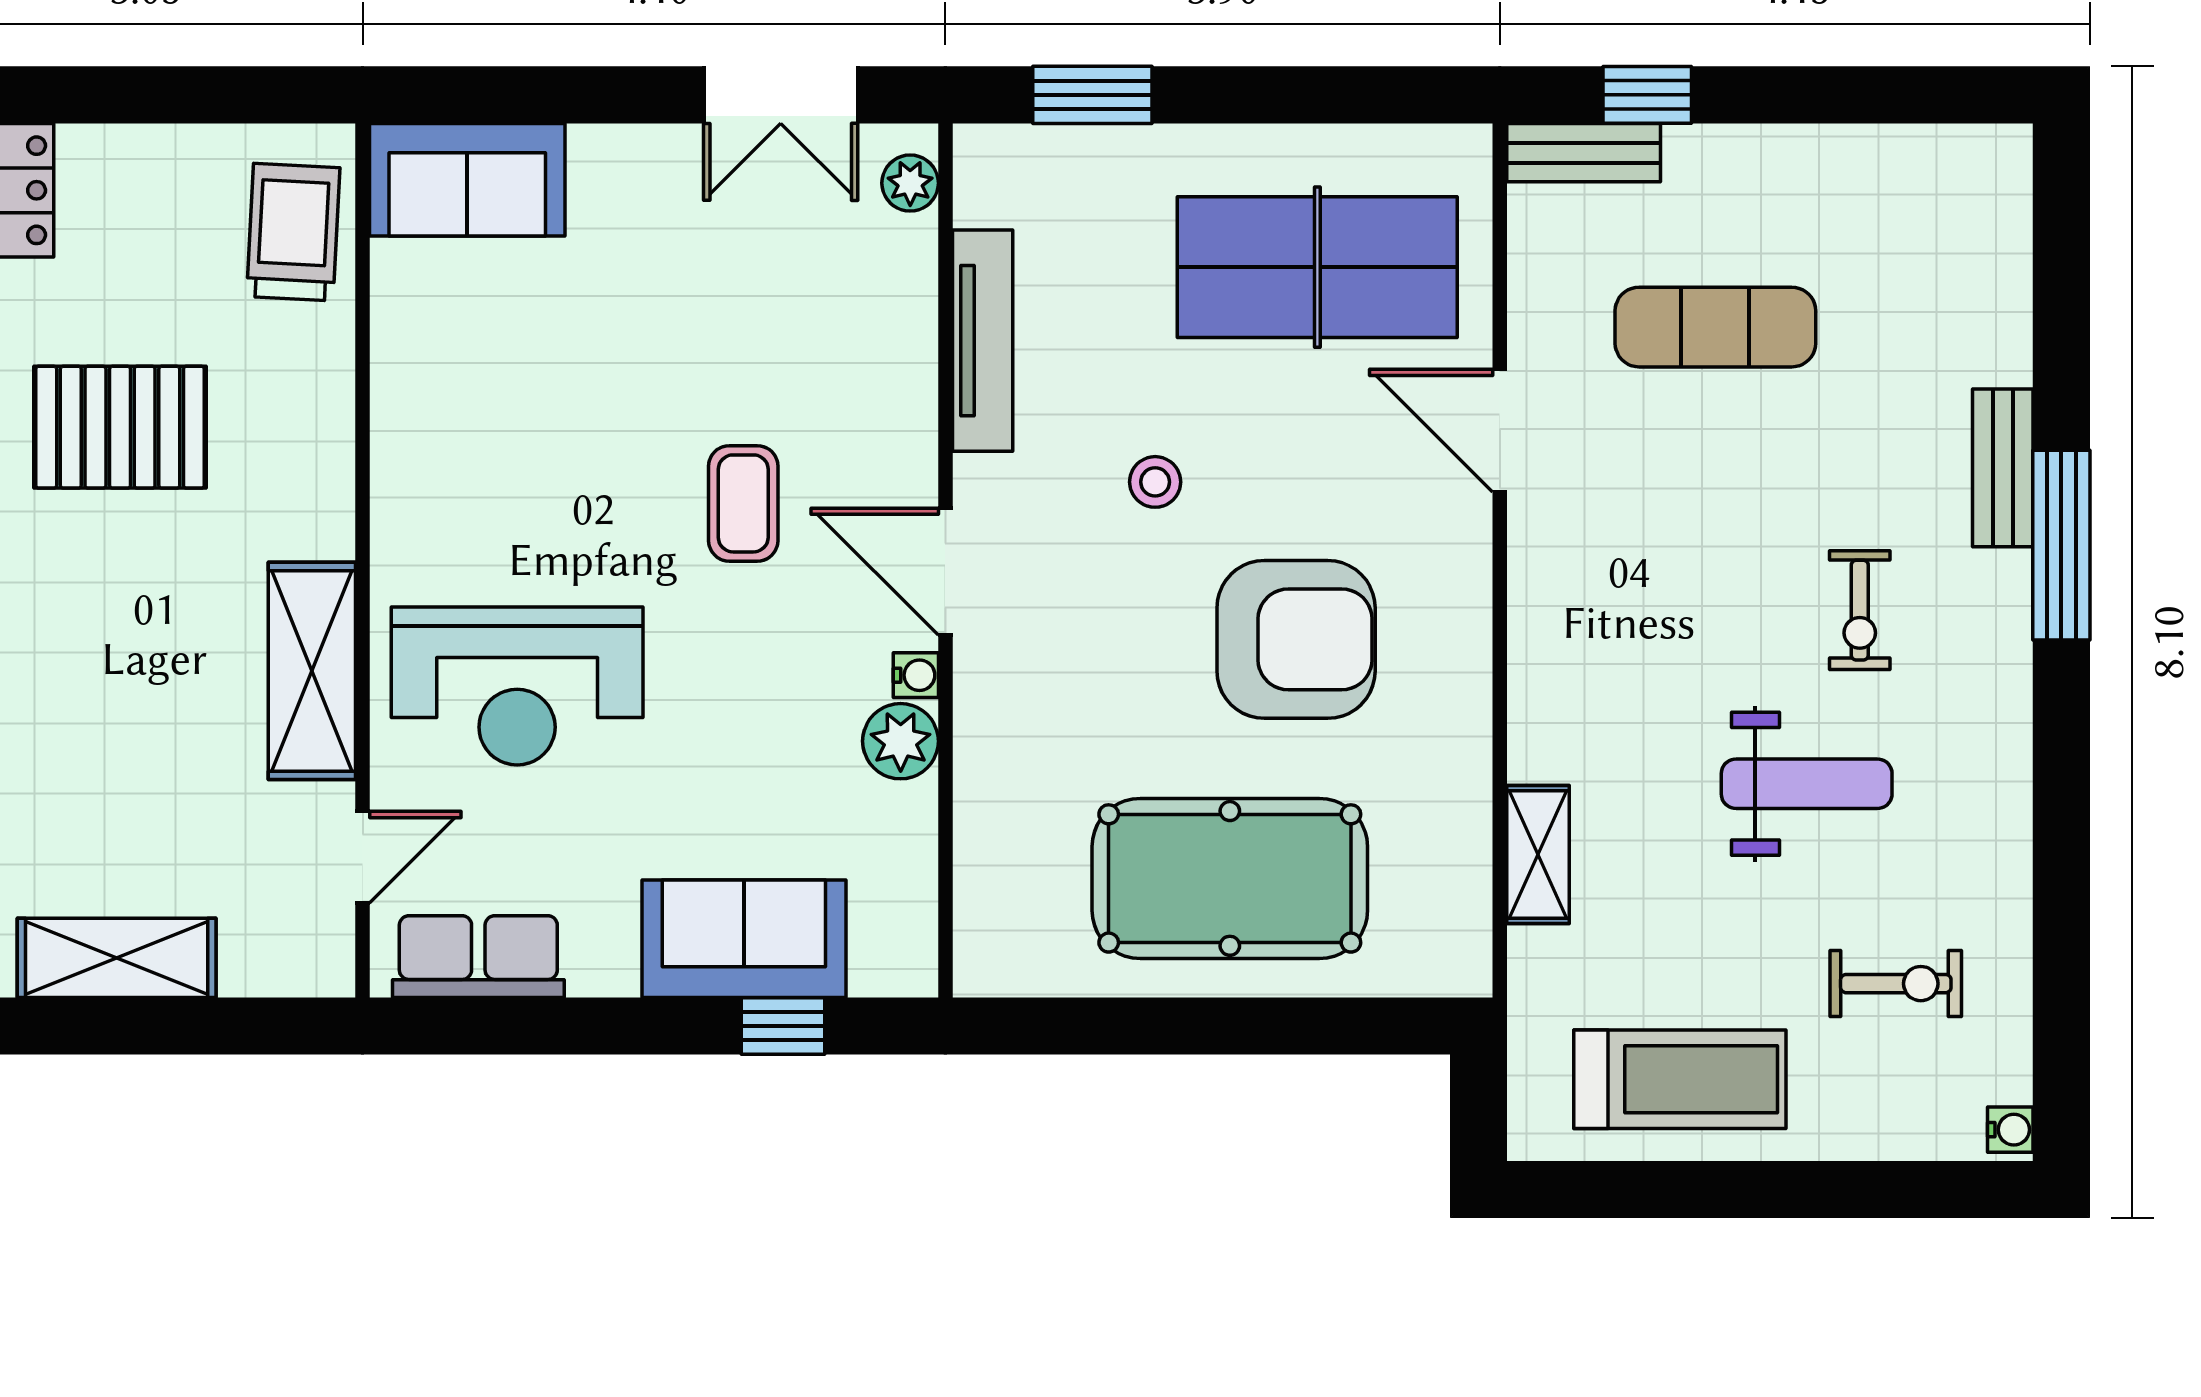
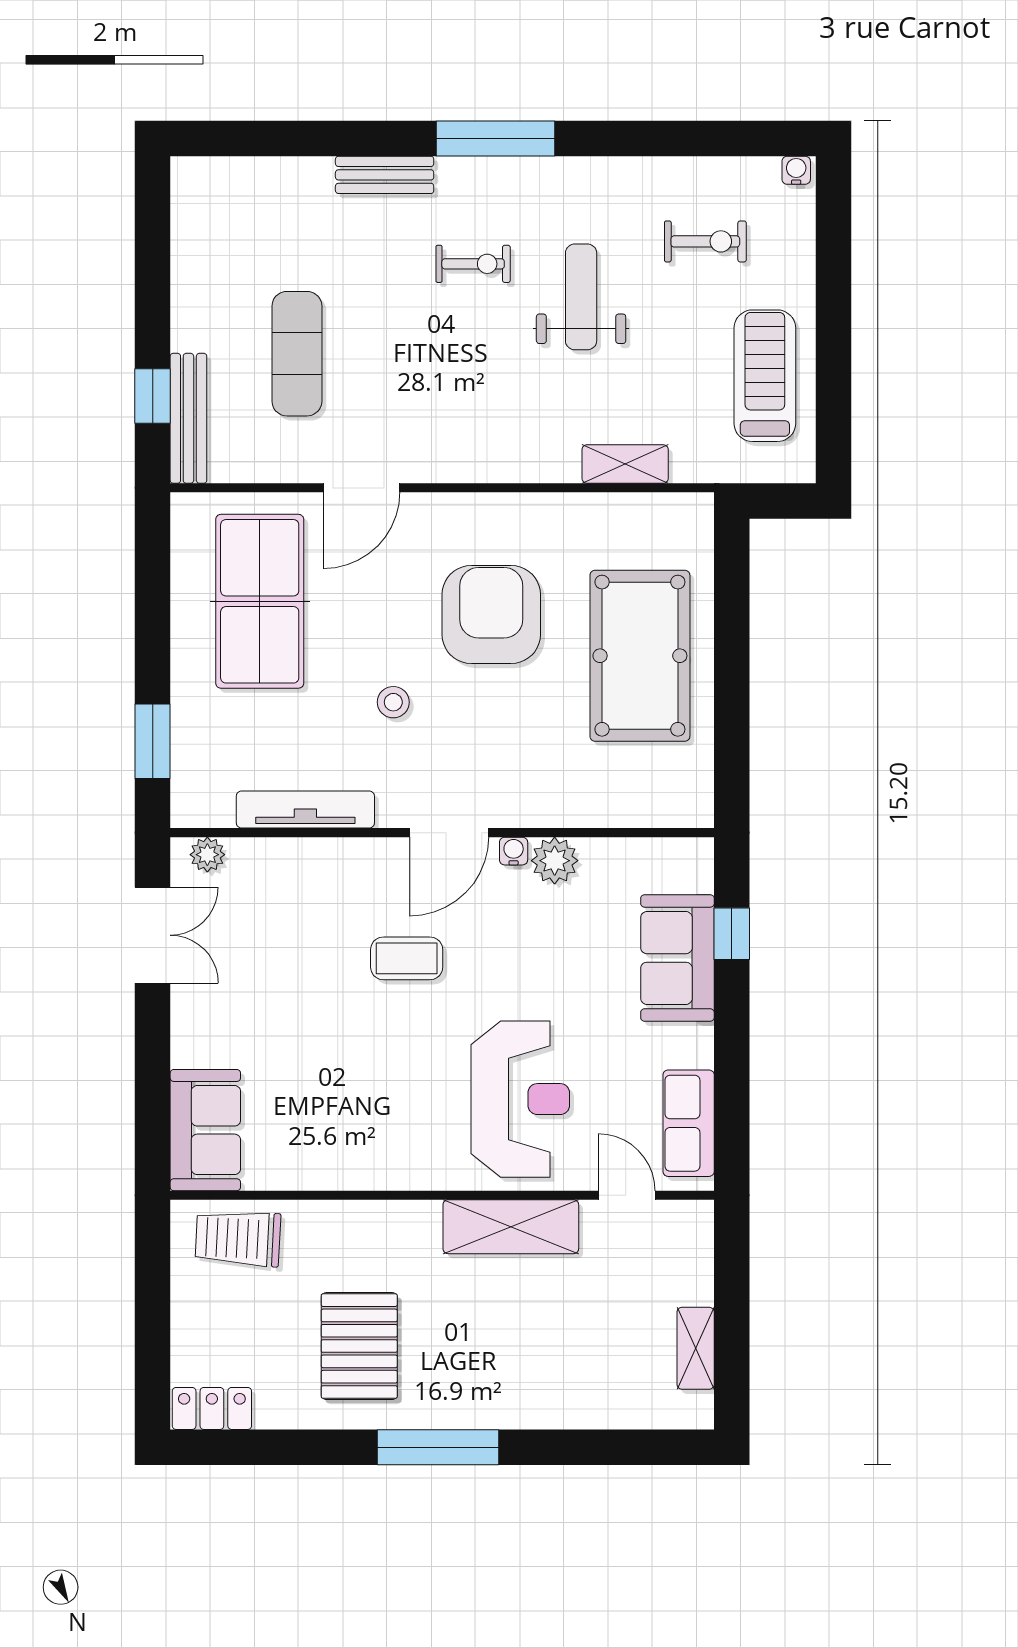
bench: (1584, 153) -> (188, 418), width x1.36
window: (2061, 545) -> (495, 138), moved
shelving: (117, 958) -> (696, 1348), width x0.67, depth x0.75
exercise bike: (1896, 984) -> (705, 241), turned 90

